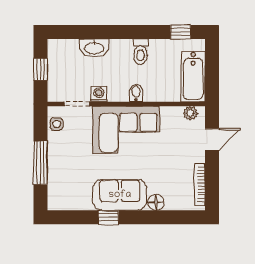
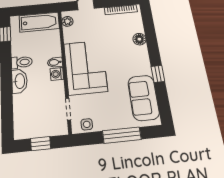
washbasin: (94, 48) -> (19, 81), moved
washing machine: (99, 94) -> (57, 74), moved
sofa: (120, 195) -> (144, 98), moved

